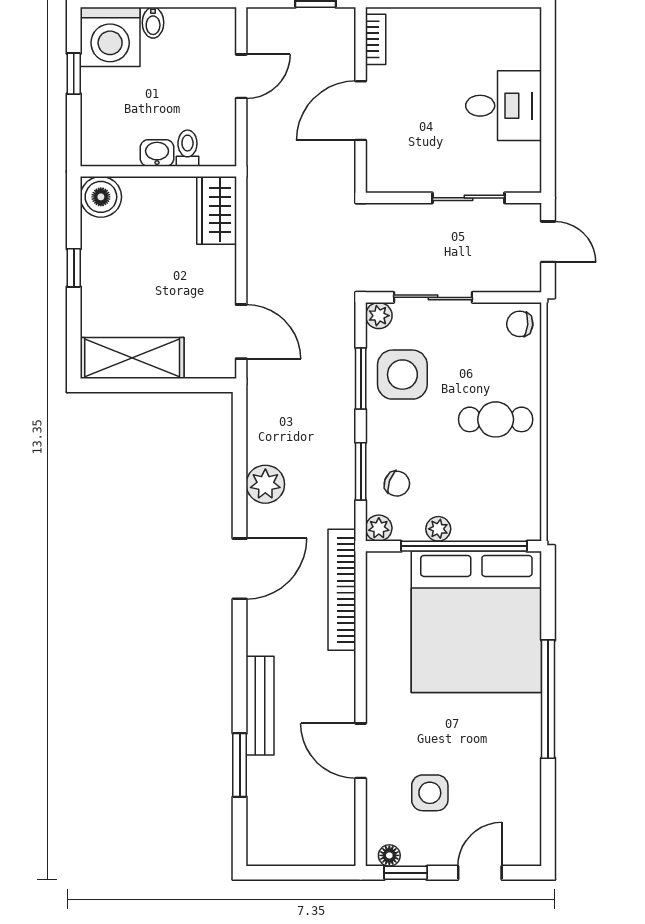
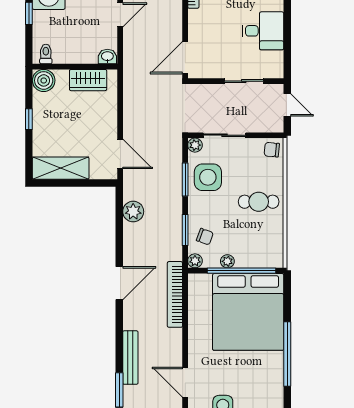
door: (361, 111) -> (185, 58), moved
toilet: (187, 148) -> (46, 54), moved
washbasin: (157, 153) -> (107, 57), moved
wardrobe: (217, 210) -> (88, 80), moved, turned -90
plant: (265, 484) -> (133, 212), moved

